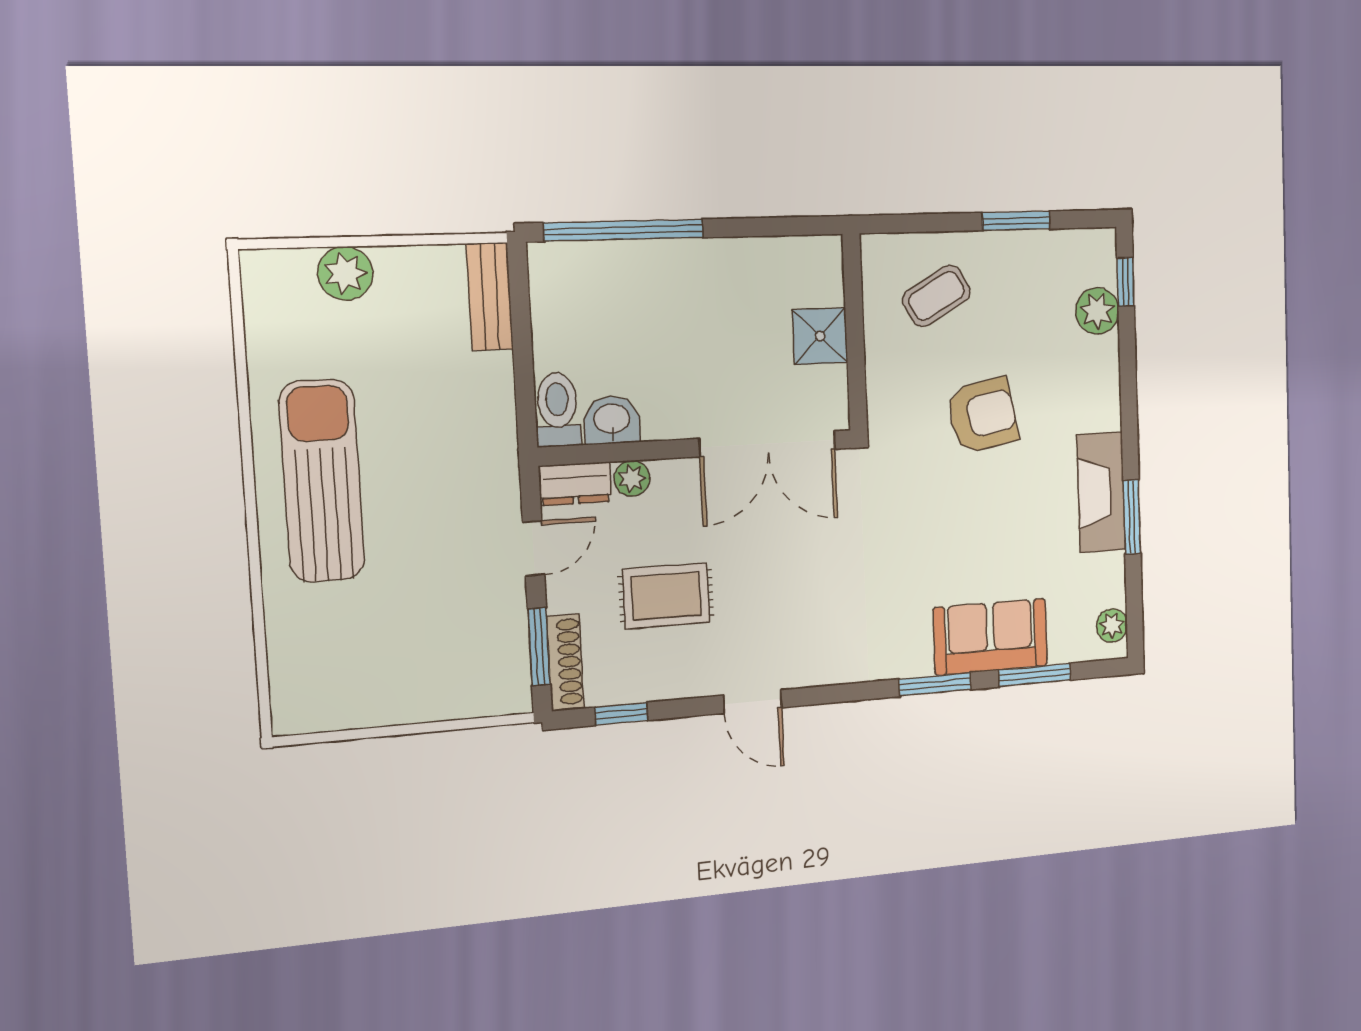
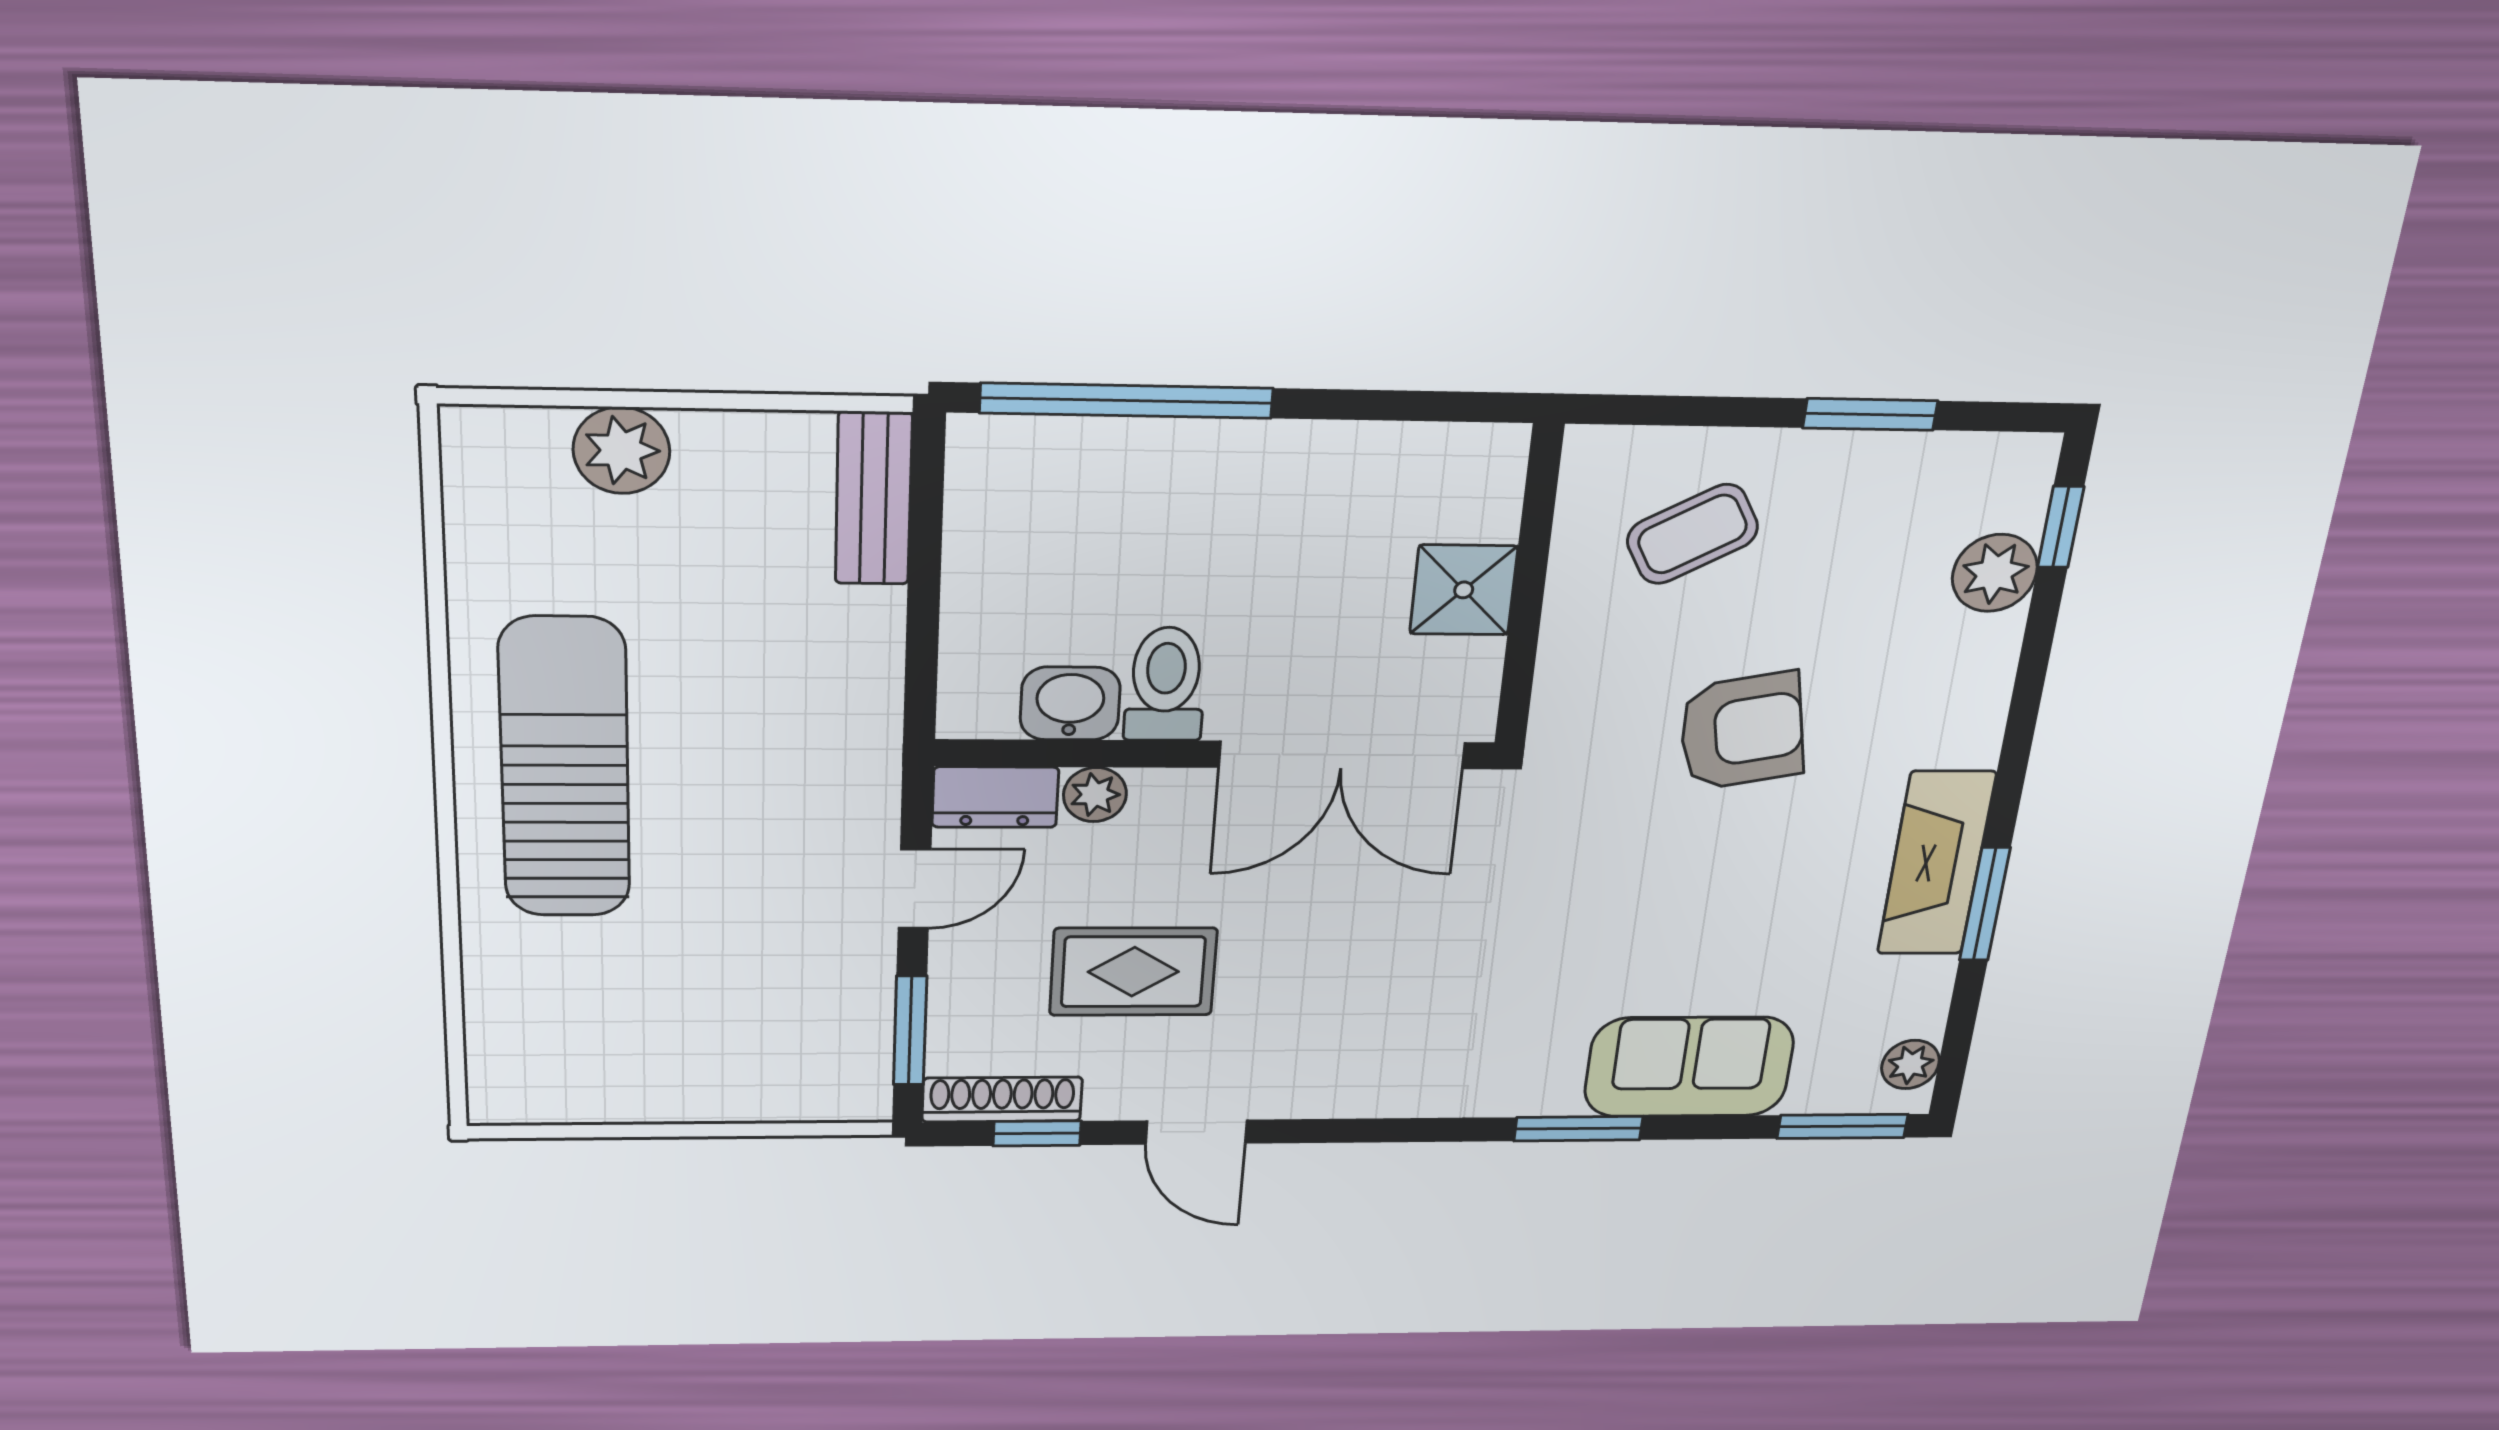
toilet: (557, 410) -> (1165, 684), moved
shoe rack: (565, 662) -> (1002, 1099), moved, turned -90
window: (1035, 675) -> (1843, 1126), moved
door: (753, 702) -> (1196, 1132), moved

